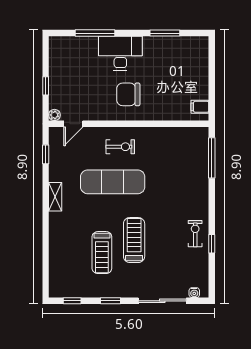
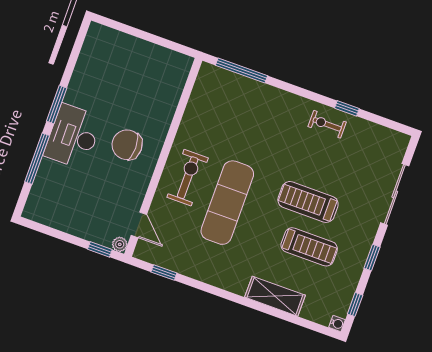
window: (165, 33) -> (57, 105), moved
window: (46, 86) -> (100, 249), moved
chair: (128, 94) -> (127, 145), turned 90
filing cabinet: (200, 107) -> (174, 63), removed
exercise bike: (120, 147) -> (188, 178), width x1.38, depth x1.39
shelving: (55, 197) -> (275, 296), moved, width x1.50, depth x1.33
water cooler: (194, 293) -> (337, 324), moved

